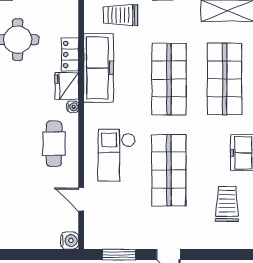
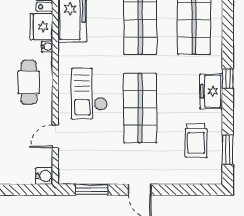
door: (81, 199) -> (55, 136), hinge flipped
trolley: (227, 204) -> (196, 141), turned 180

